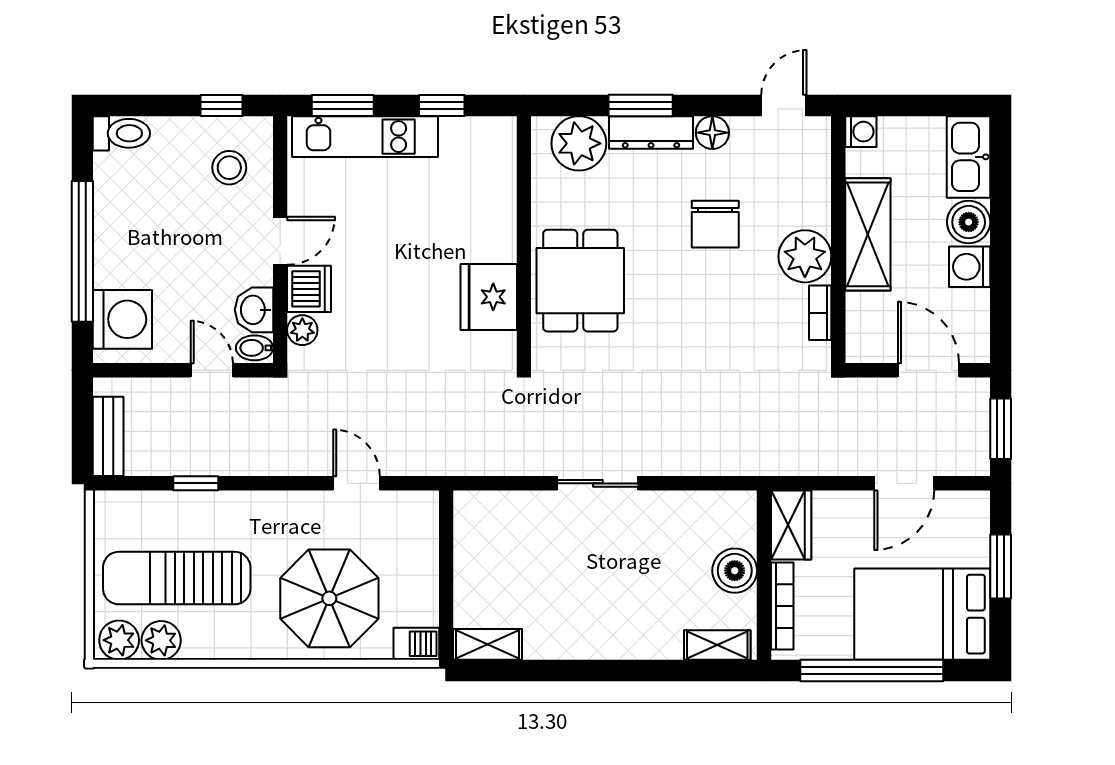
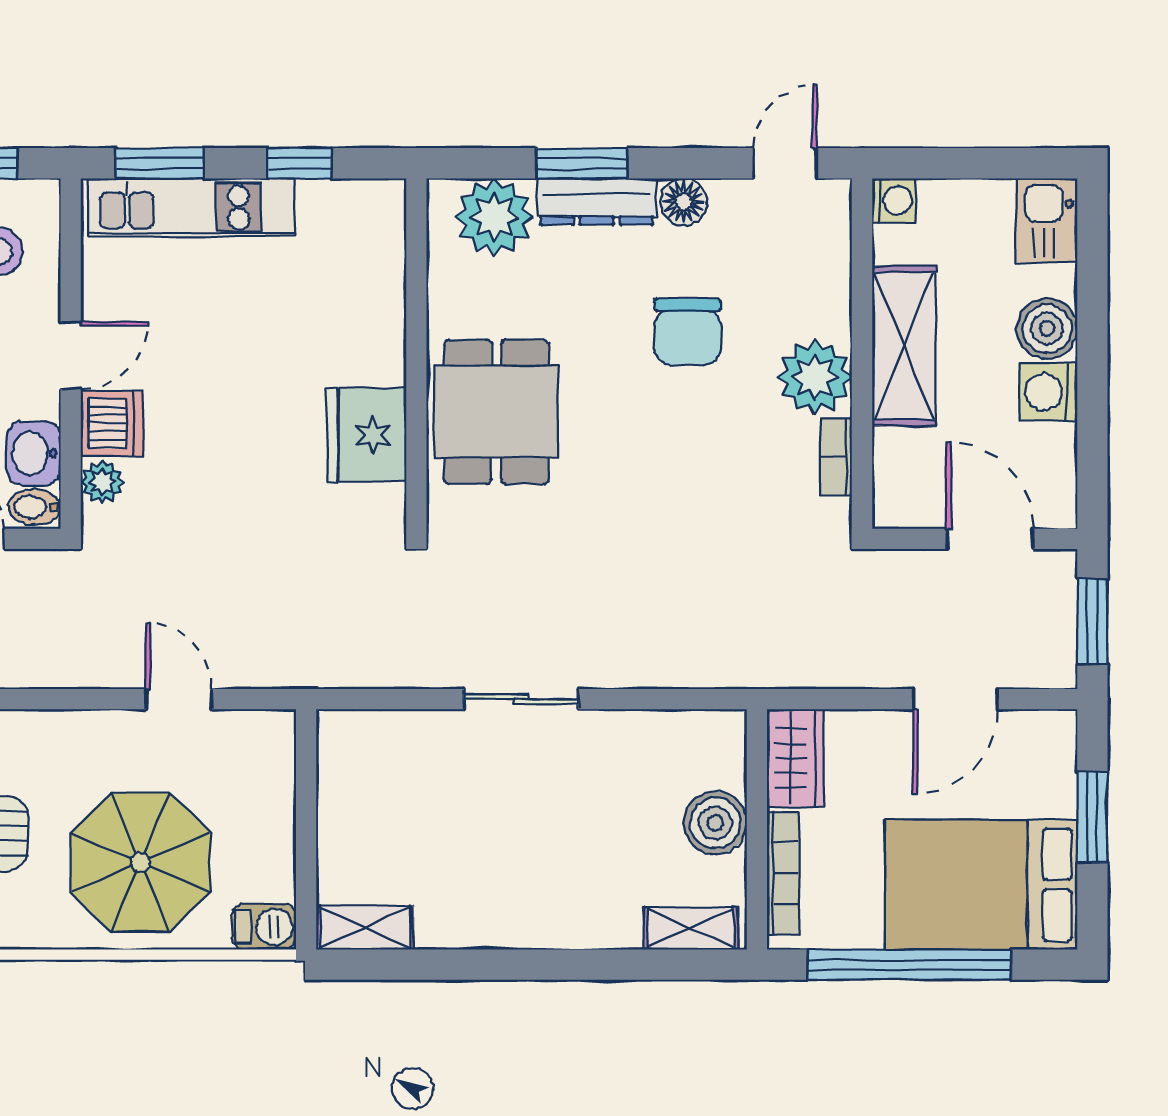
kitchen sink: (969, 157) -> (1047, 220), width x0.73

